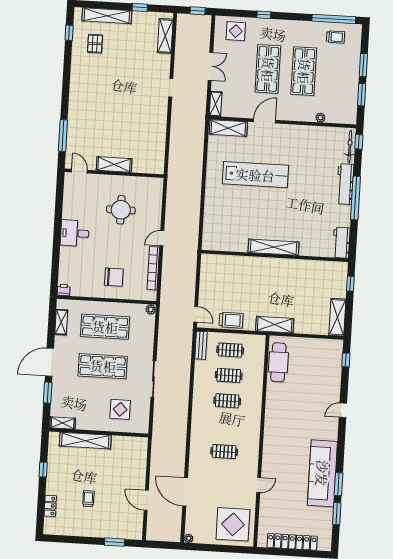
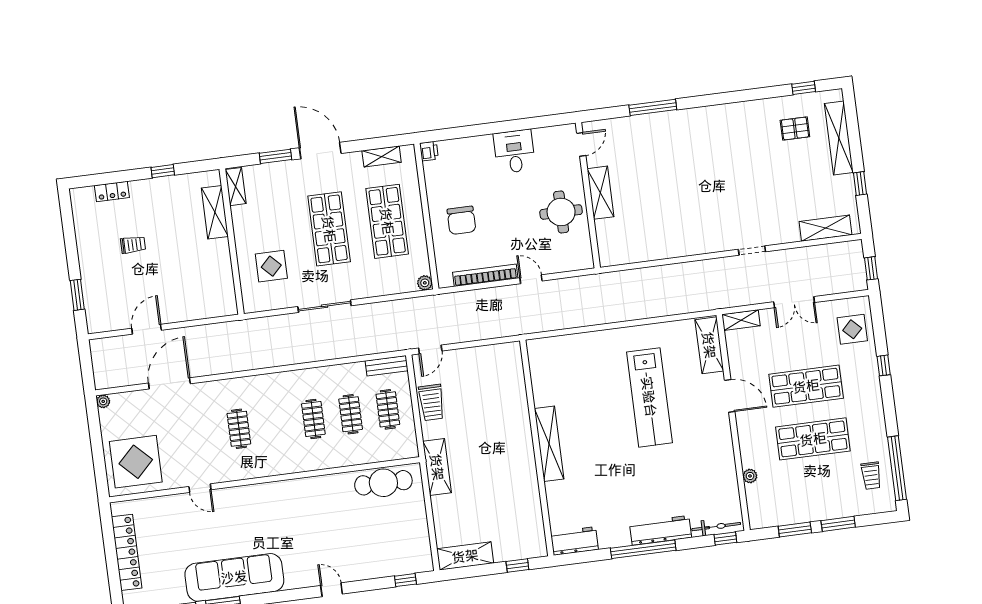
shelving: (114, 164) -> (600, 193), moved
door: (79, 171) -> (581, 144), moved
wall: (114, 173) -> (588, 195), moved
shelving: (85, 441) -> (215, 212), width x0.68

